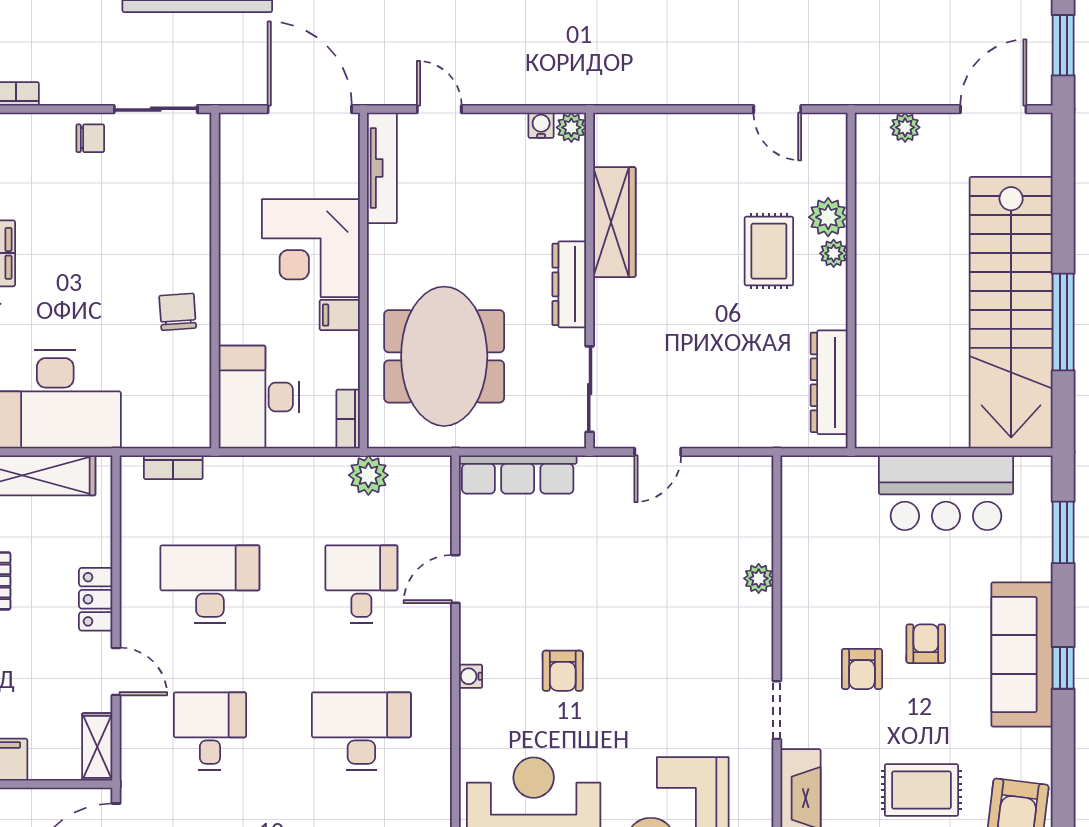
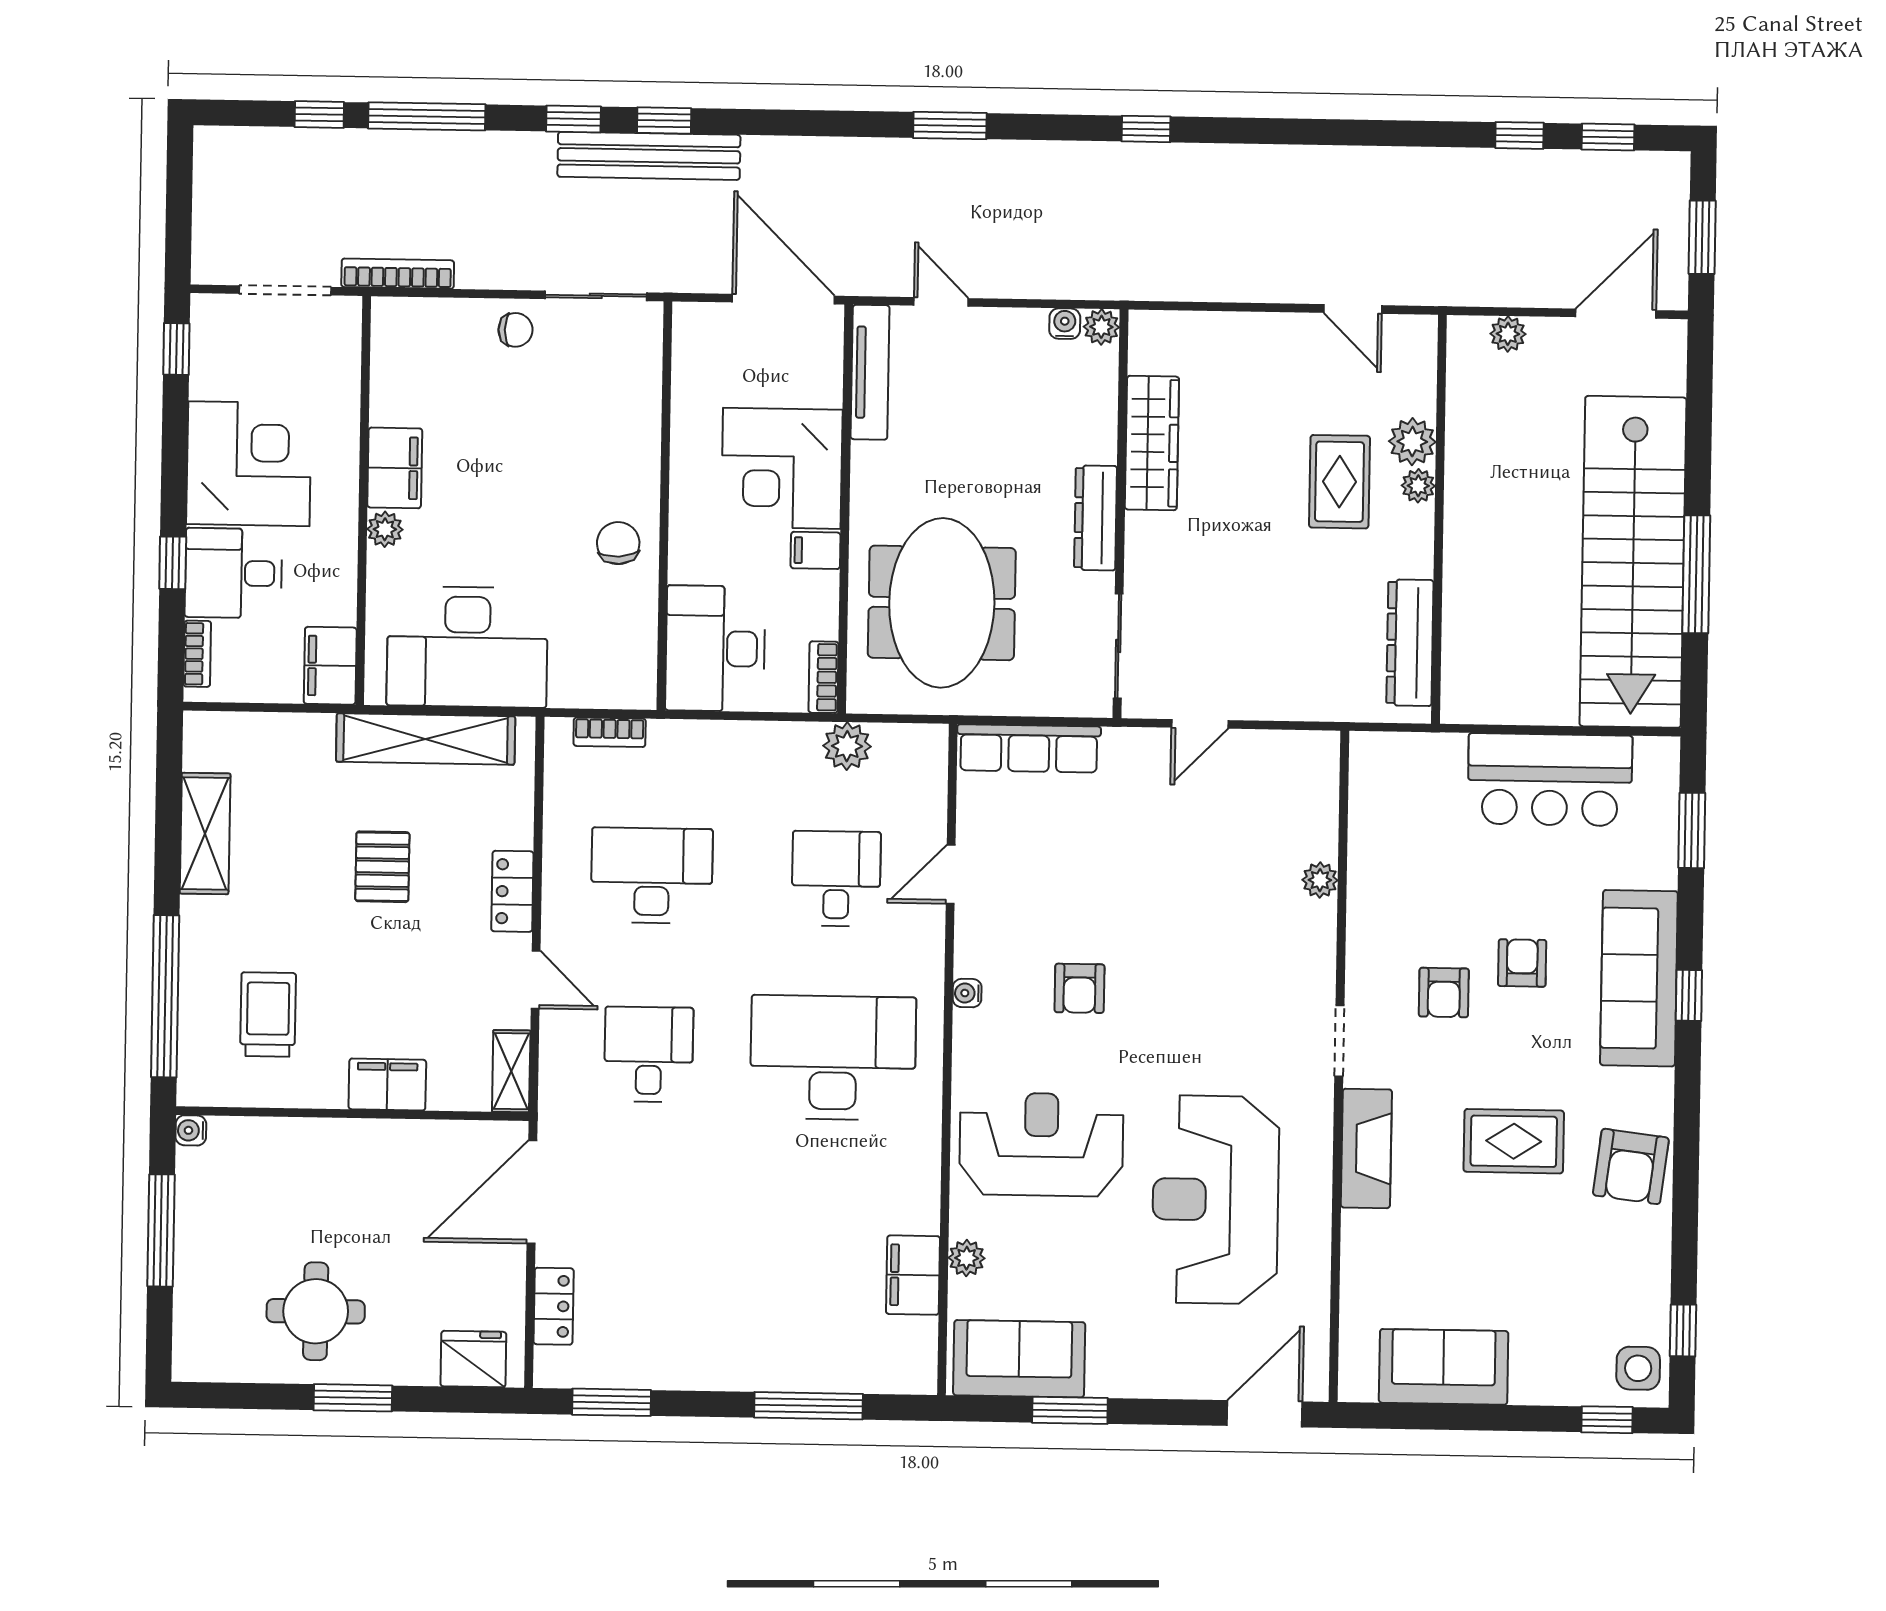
desk: (361, 731) -> (833, 1058), width x1.36, depth x1.30

